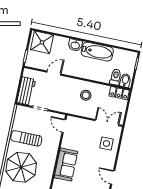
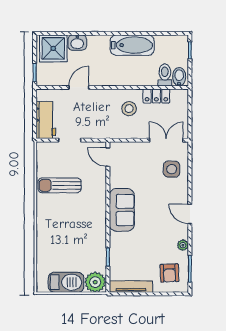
washbasin: (75, 45) -> (77, 43), moved
locker: (119, 93) -> (156, 96), moved
parasol: (21, 167) -> (61, 227), removed

